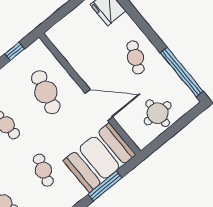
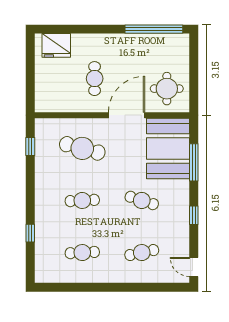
cafe table: (136, 57) -> (95, 79), moved, turned 65
round table: (158, 113) -> (167, 89), moved

